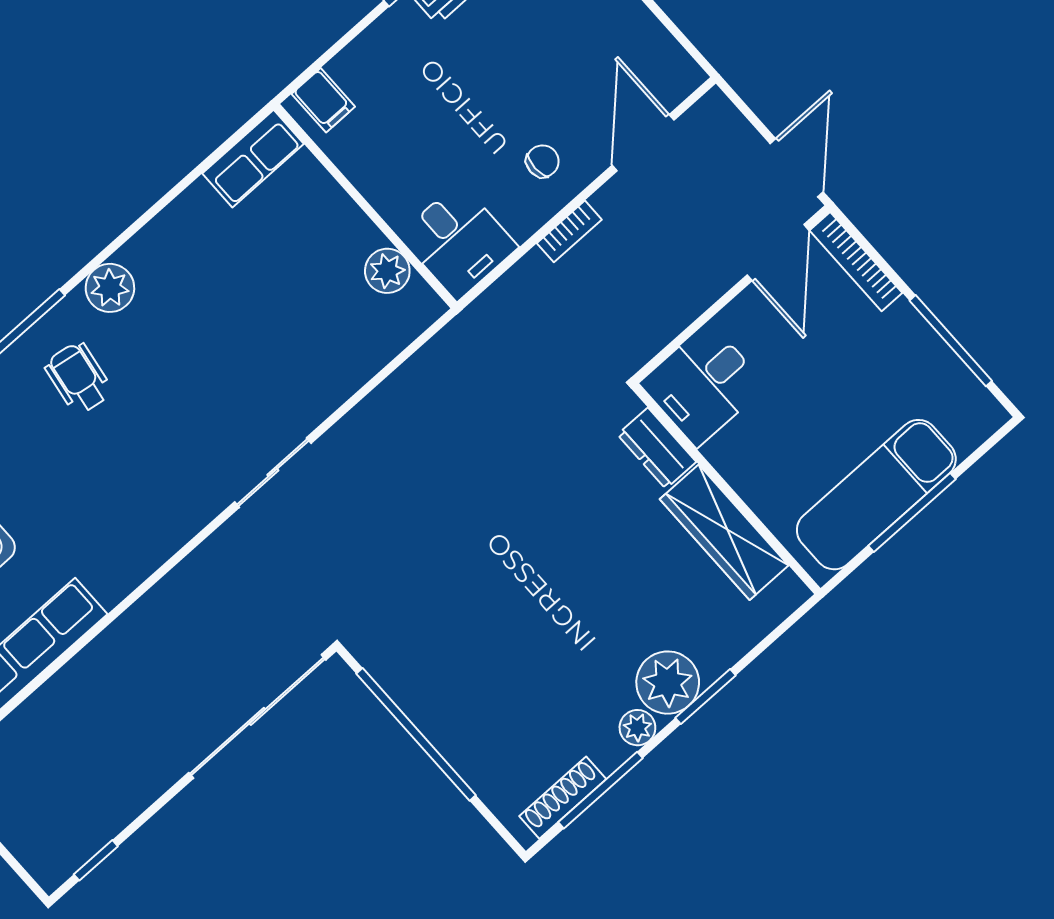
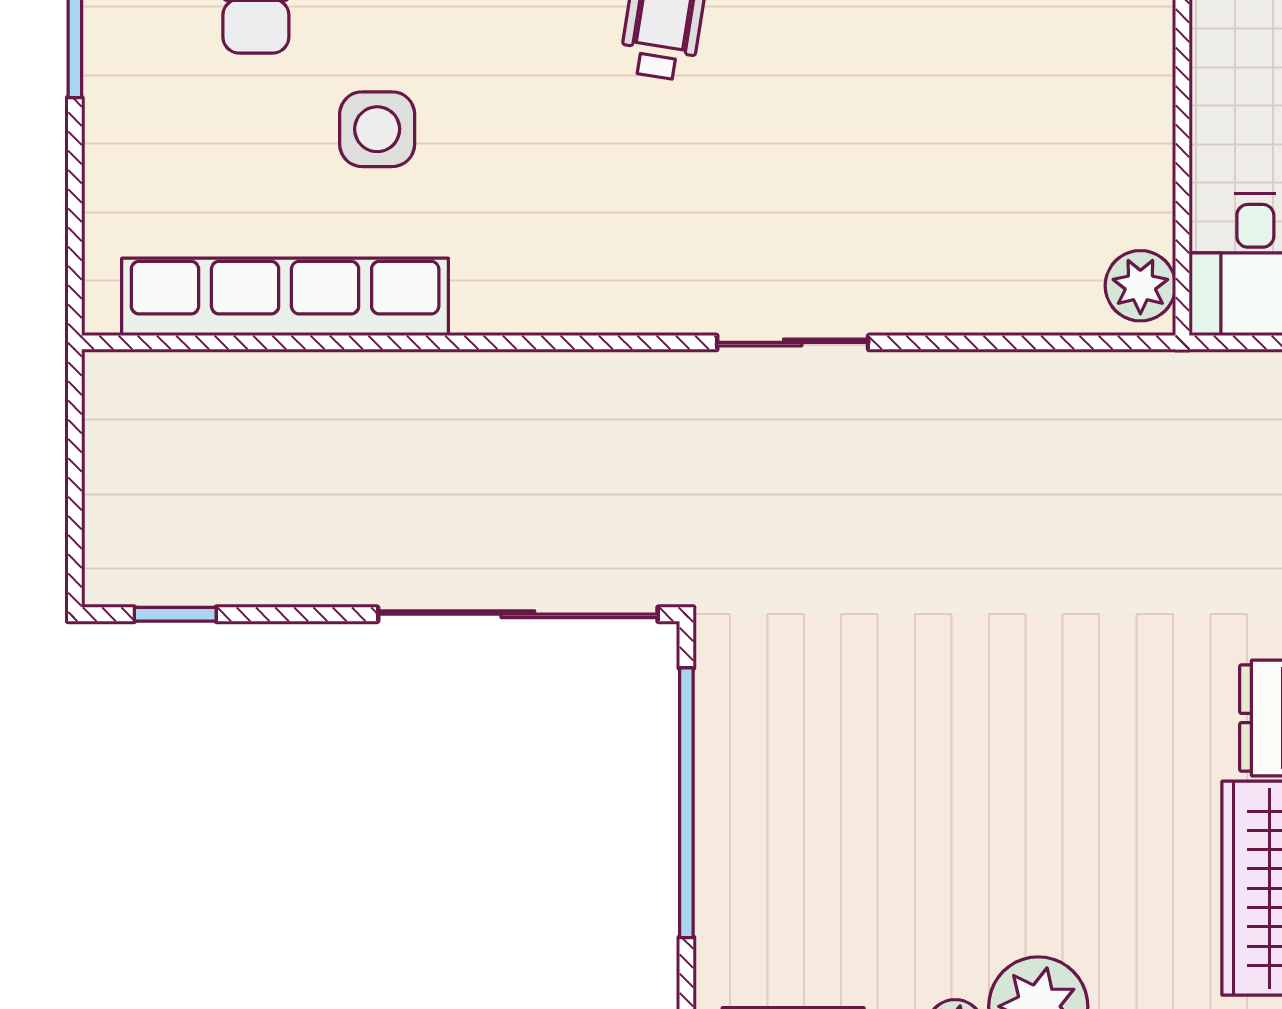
plant: (387, 271) -> (1140, 286), moved

